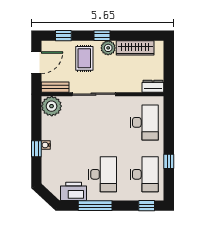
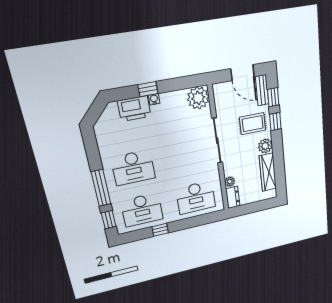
window: (102, 36) -> (275, 122), moved
bench: (55, 87) -> (262, 90), moved
plant: (136, 87) -> (230, 182), added
printer: (74, 191) -> (134, 109), moved, turned 90
window: (95, 206) -> (101, 188), moved

